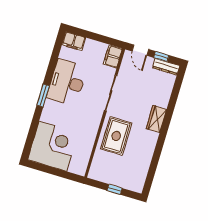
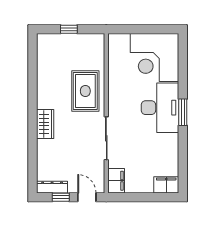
desk: (67, 82) -> (160, 108), moved

